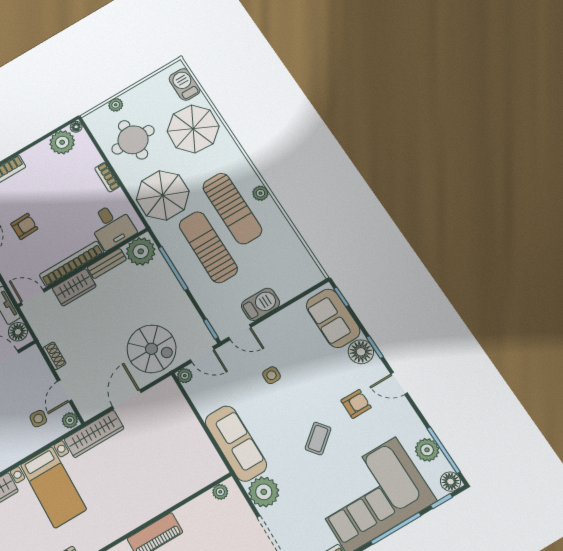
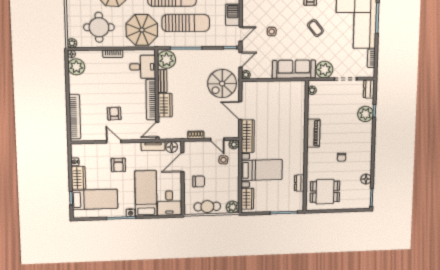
plant: (116, 105) -> (72, 43), moved
sun lounger: (208, 247) -> (186, 23), turned 180
spiral stairs: (152, 349) -> (222, 84), turned 180

